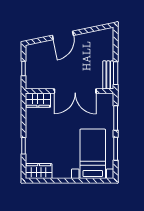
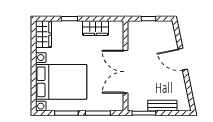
bench: (108, 75) -> (162, 106), moved
wardrobe: (38, 100) -> (95, 28), moved, turned -90
bed with nightstands: (93, 154) -> (61, 82), width x1.36

